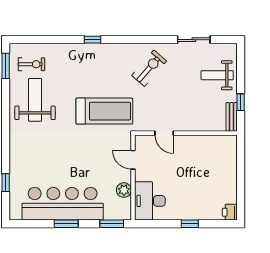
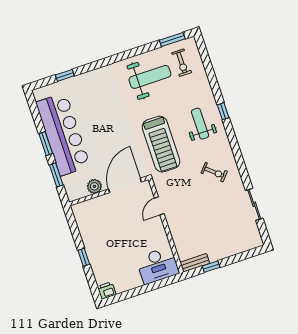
exercise bike: (149, 68) -> (214, 172), width x0.73, depth x0.72
weight bench: (217, 75) -> (200, 124), moved
door: (133, 160) -> (125, 185), width x1.87
desk: (150, 201) -> (158, 265), moved, turned 180
window: (112, 224) -> (56, 175), moved

